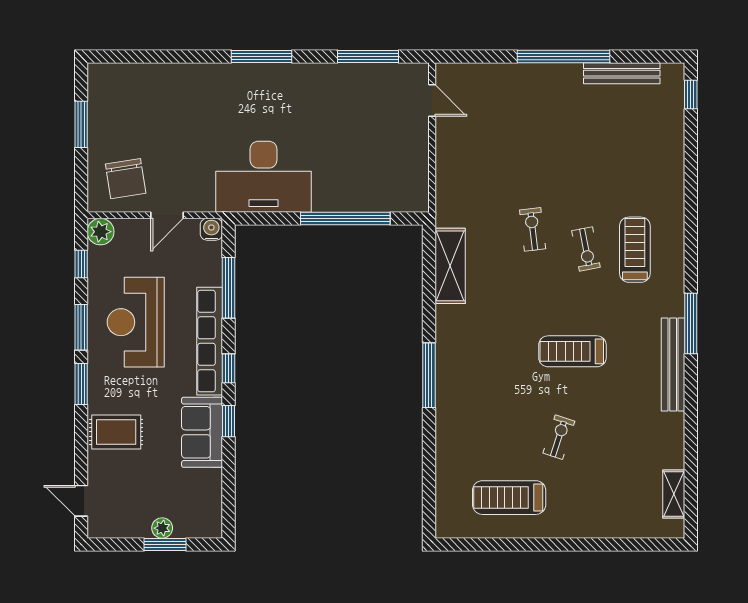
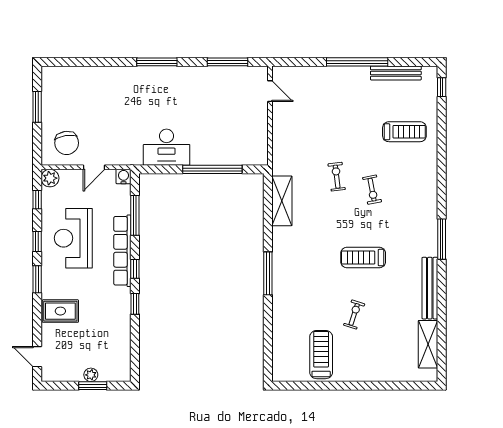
desk: (264, 177) -> (167, 147), width x0.73, depth x0.77
treadmill: (635, 250) -> (404, 132), moved, turned 90
window: (81, 327) -> (37, 242), width x0.67
bench: (673, 365) -> (430, 288), moved
sofa: (202, 432) -> (117, 311), removed
shelving: (674, 494) -> (428, 344), width x1.50, depth x1.33
treadmill: (509, 498) -> (321, 355), turned 90

